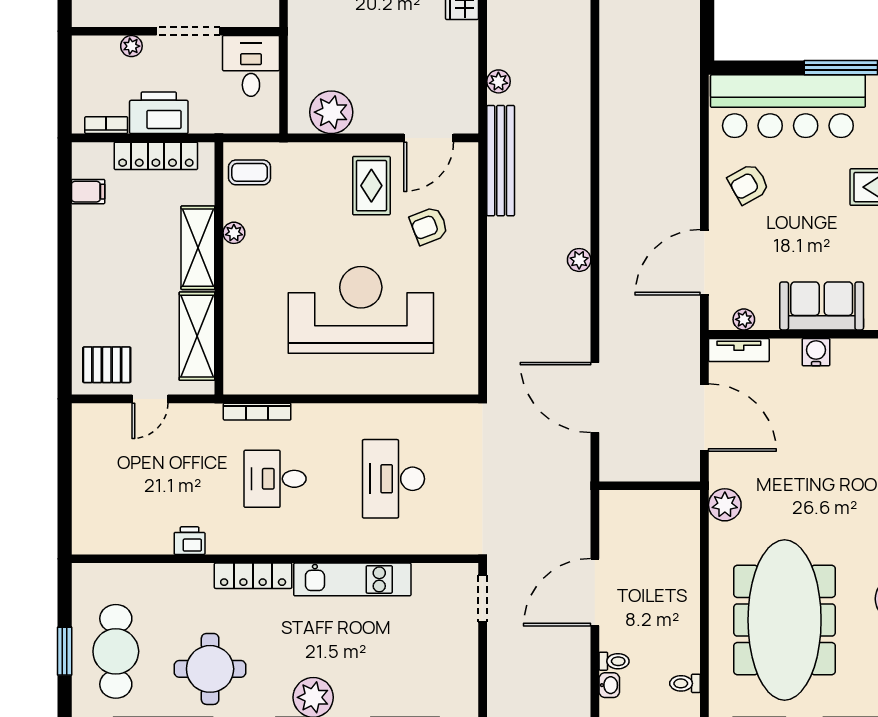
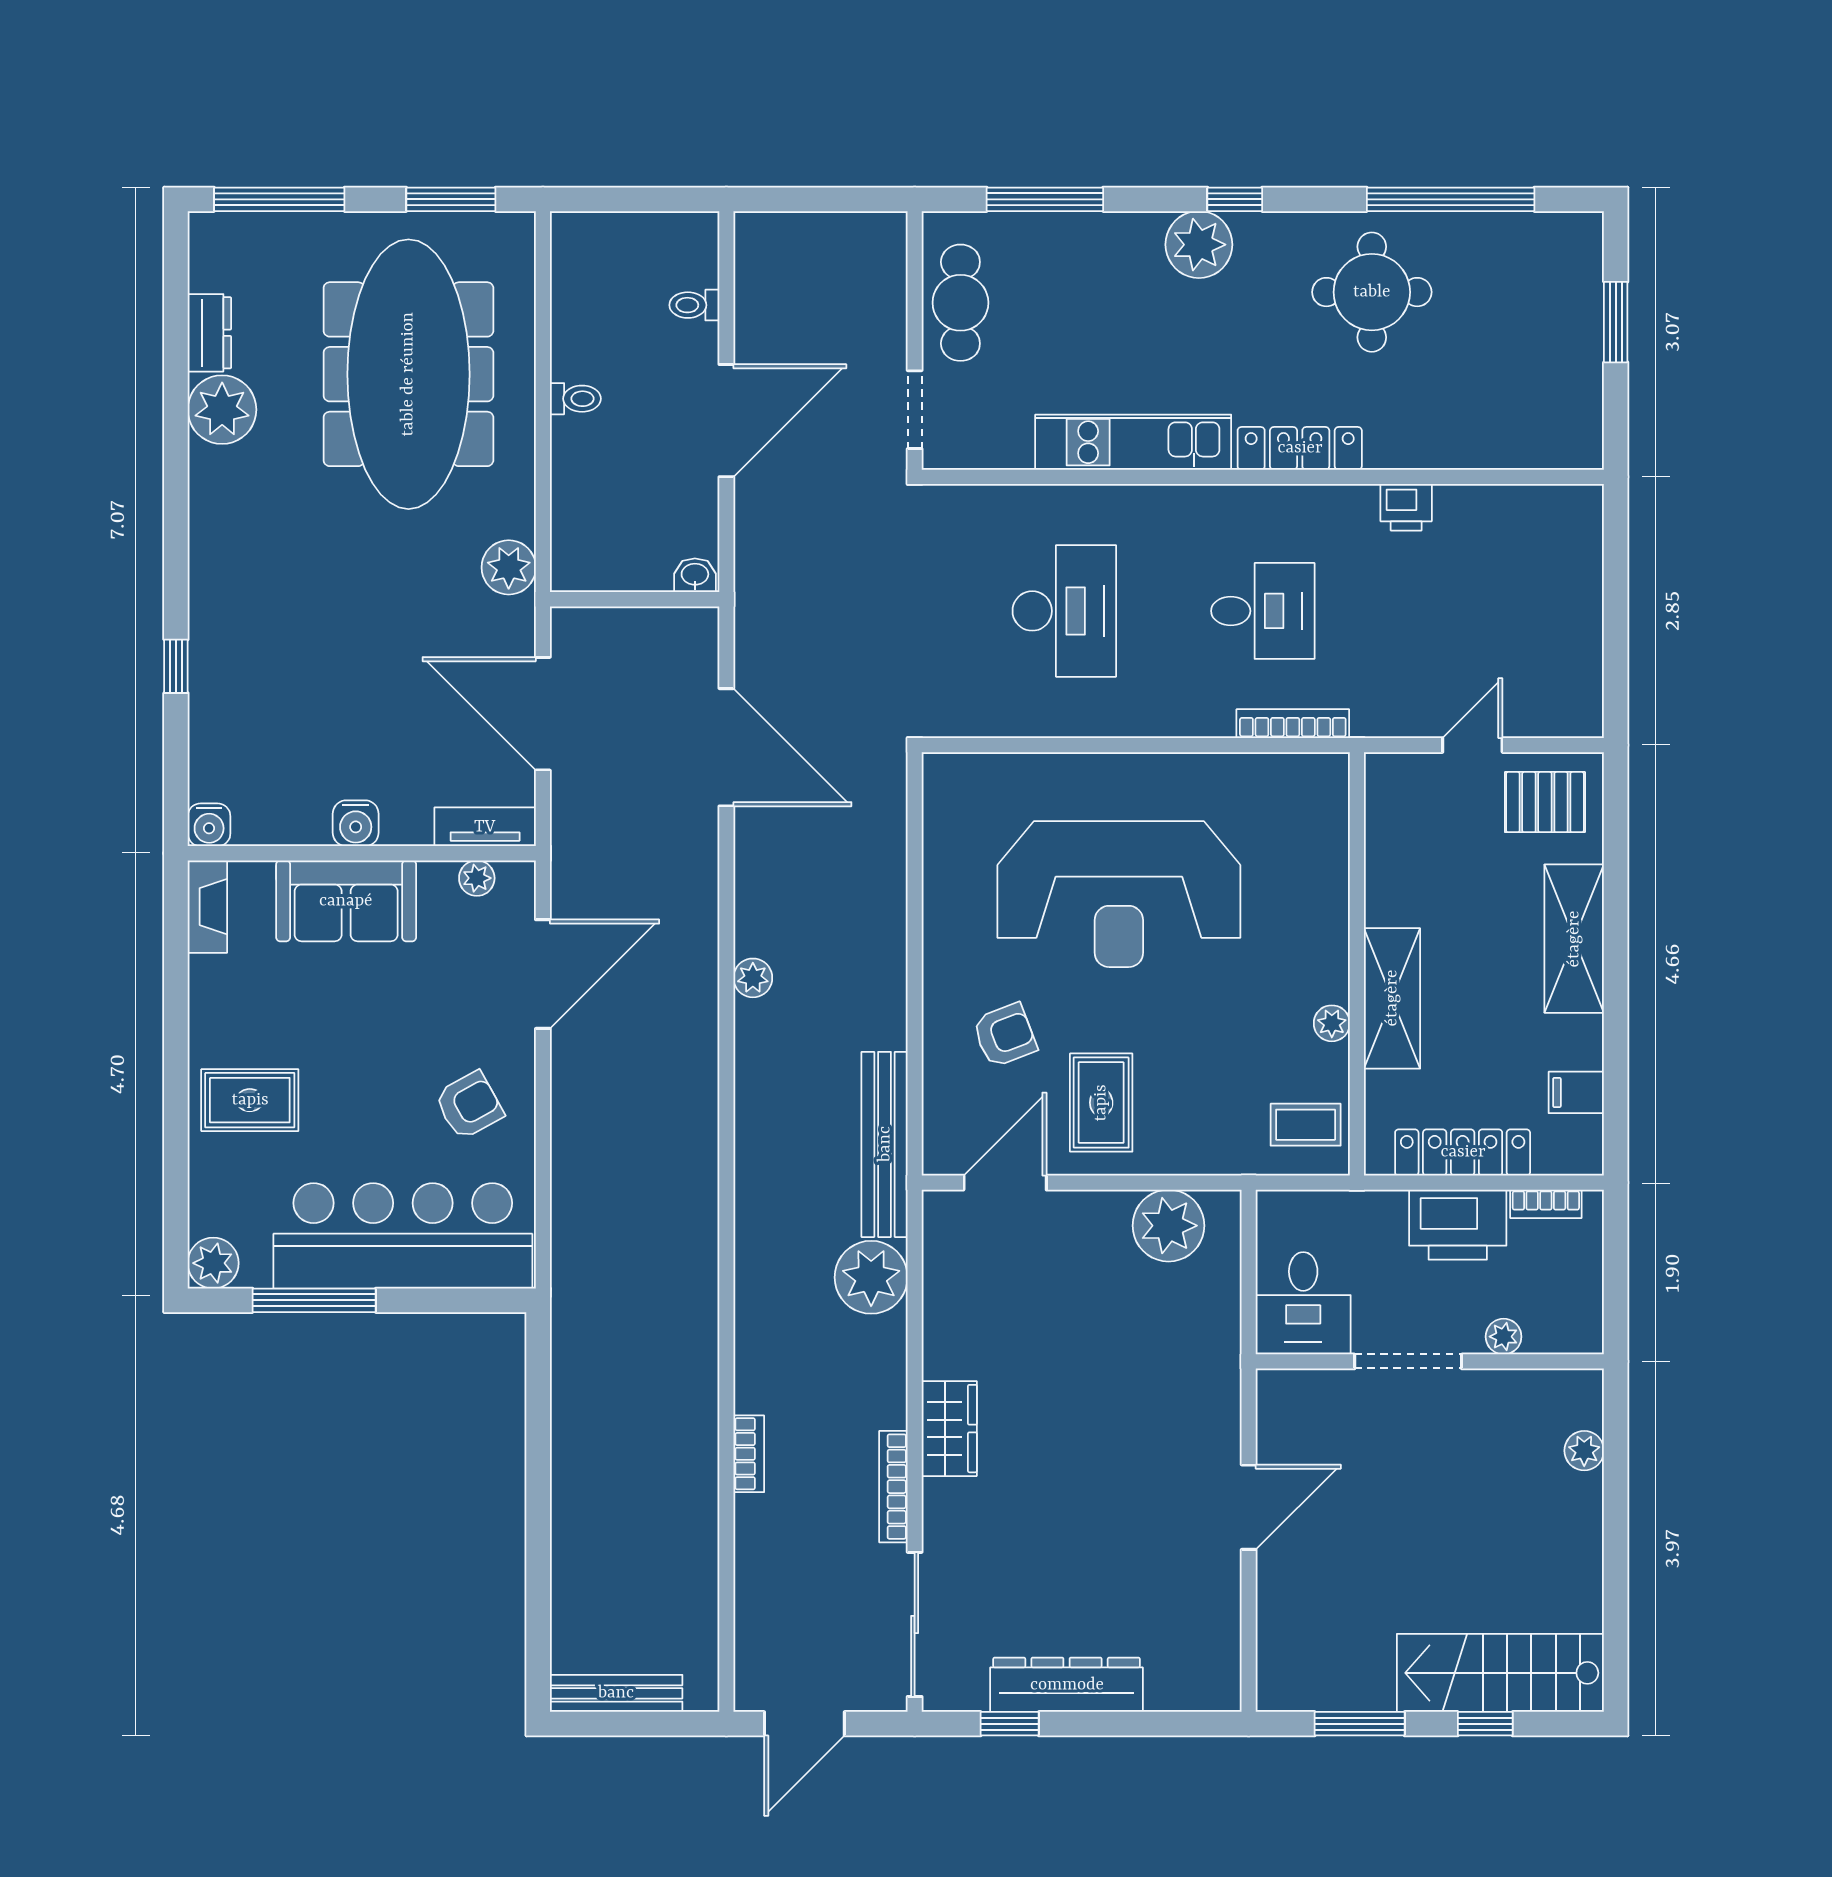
plant: (498, 81) -> (871, 1277), width x1.87, depth x1.87
shelving: (197, 336) -> (1574, 939), moved
cafe table: (116, 651) -> (960, 303), moved, width x0.73, depth x0.74
toilet: (685, 683) -> (575, 399), moved
washbasin: (609, 685) -> (695, 575), moved, turned 90

